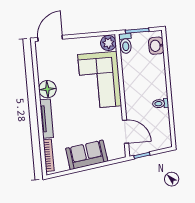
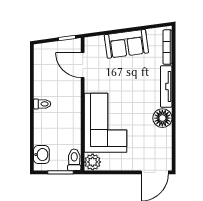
toilet: (161, 103) -> (42, 104), moved

